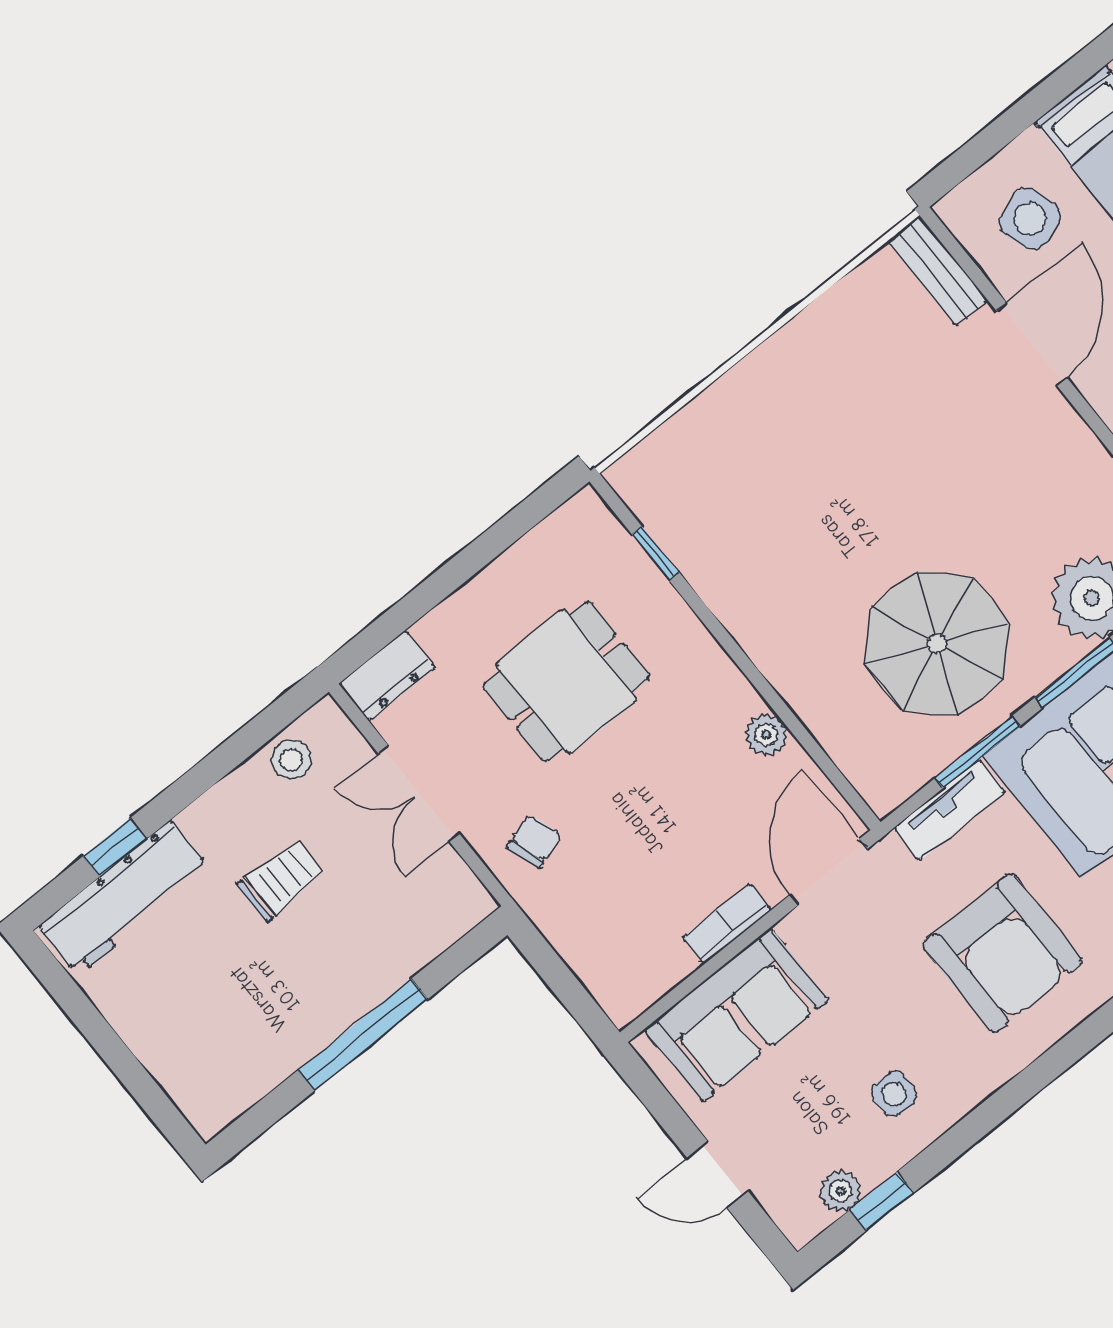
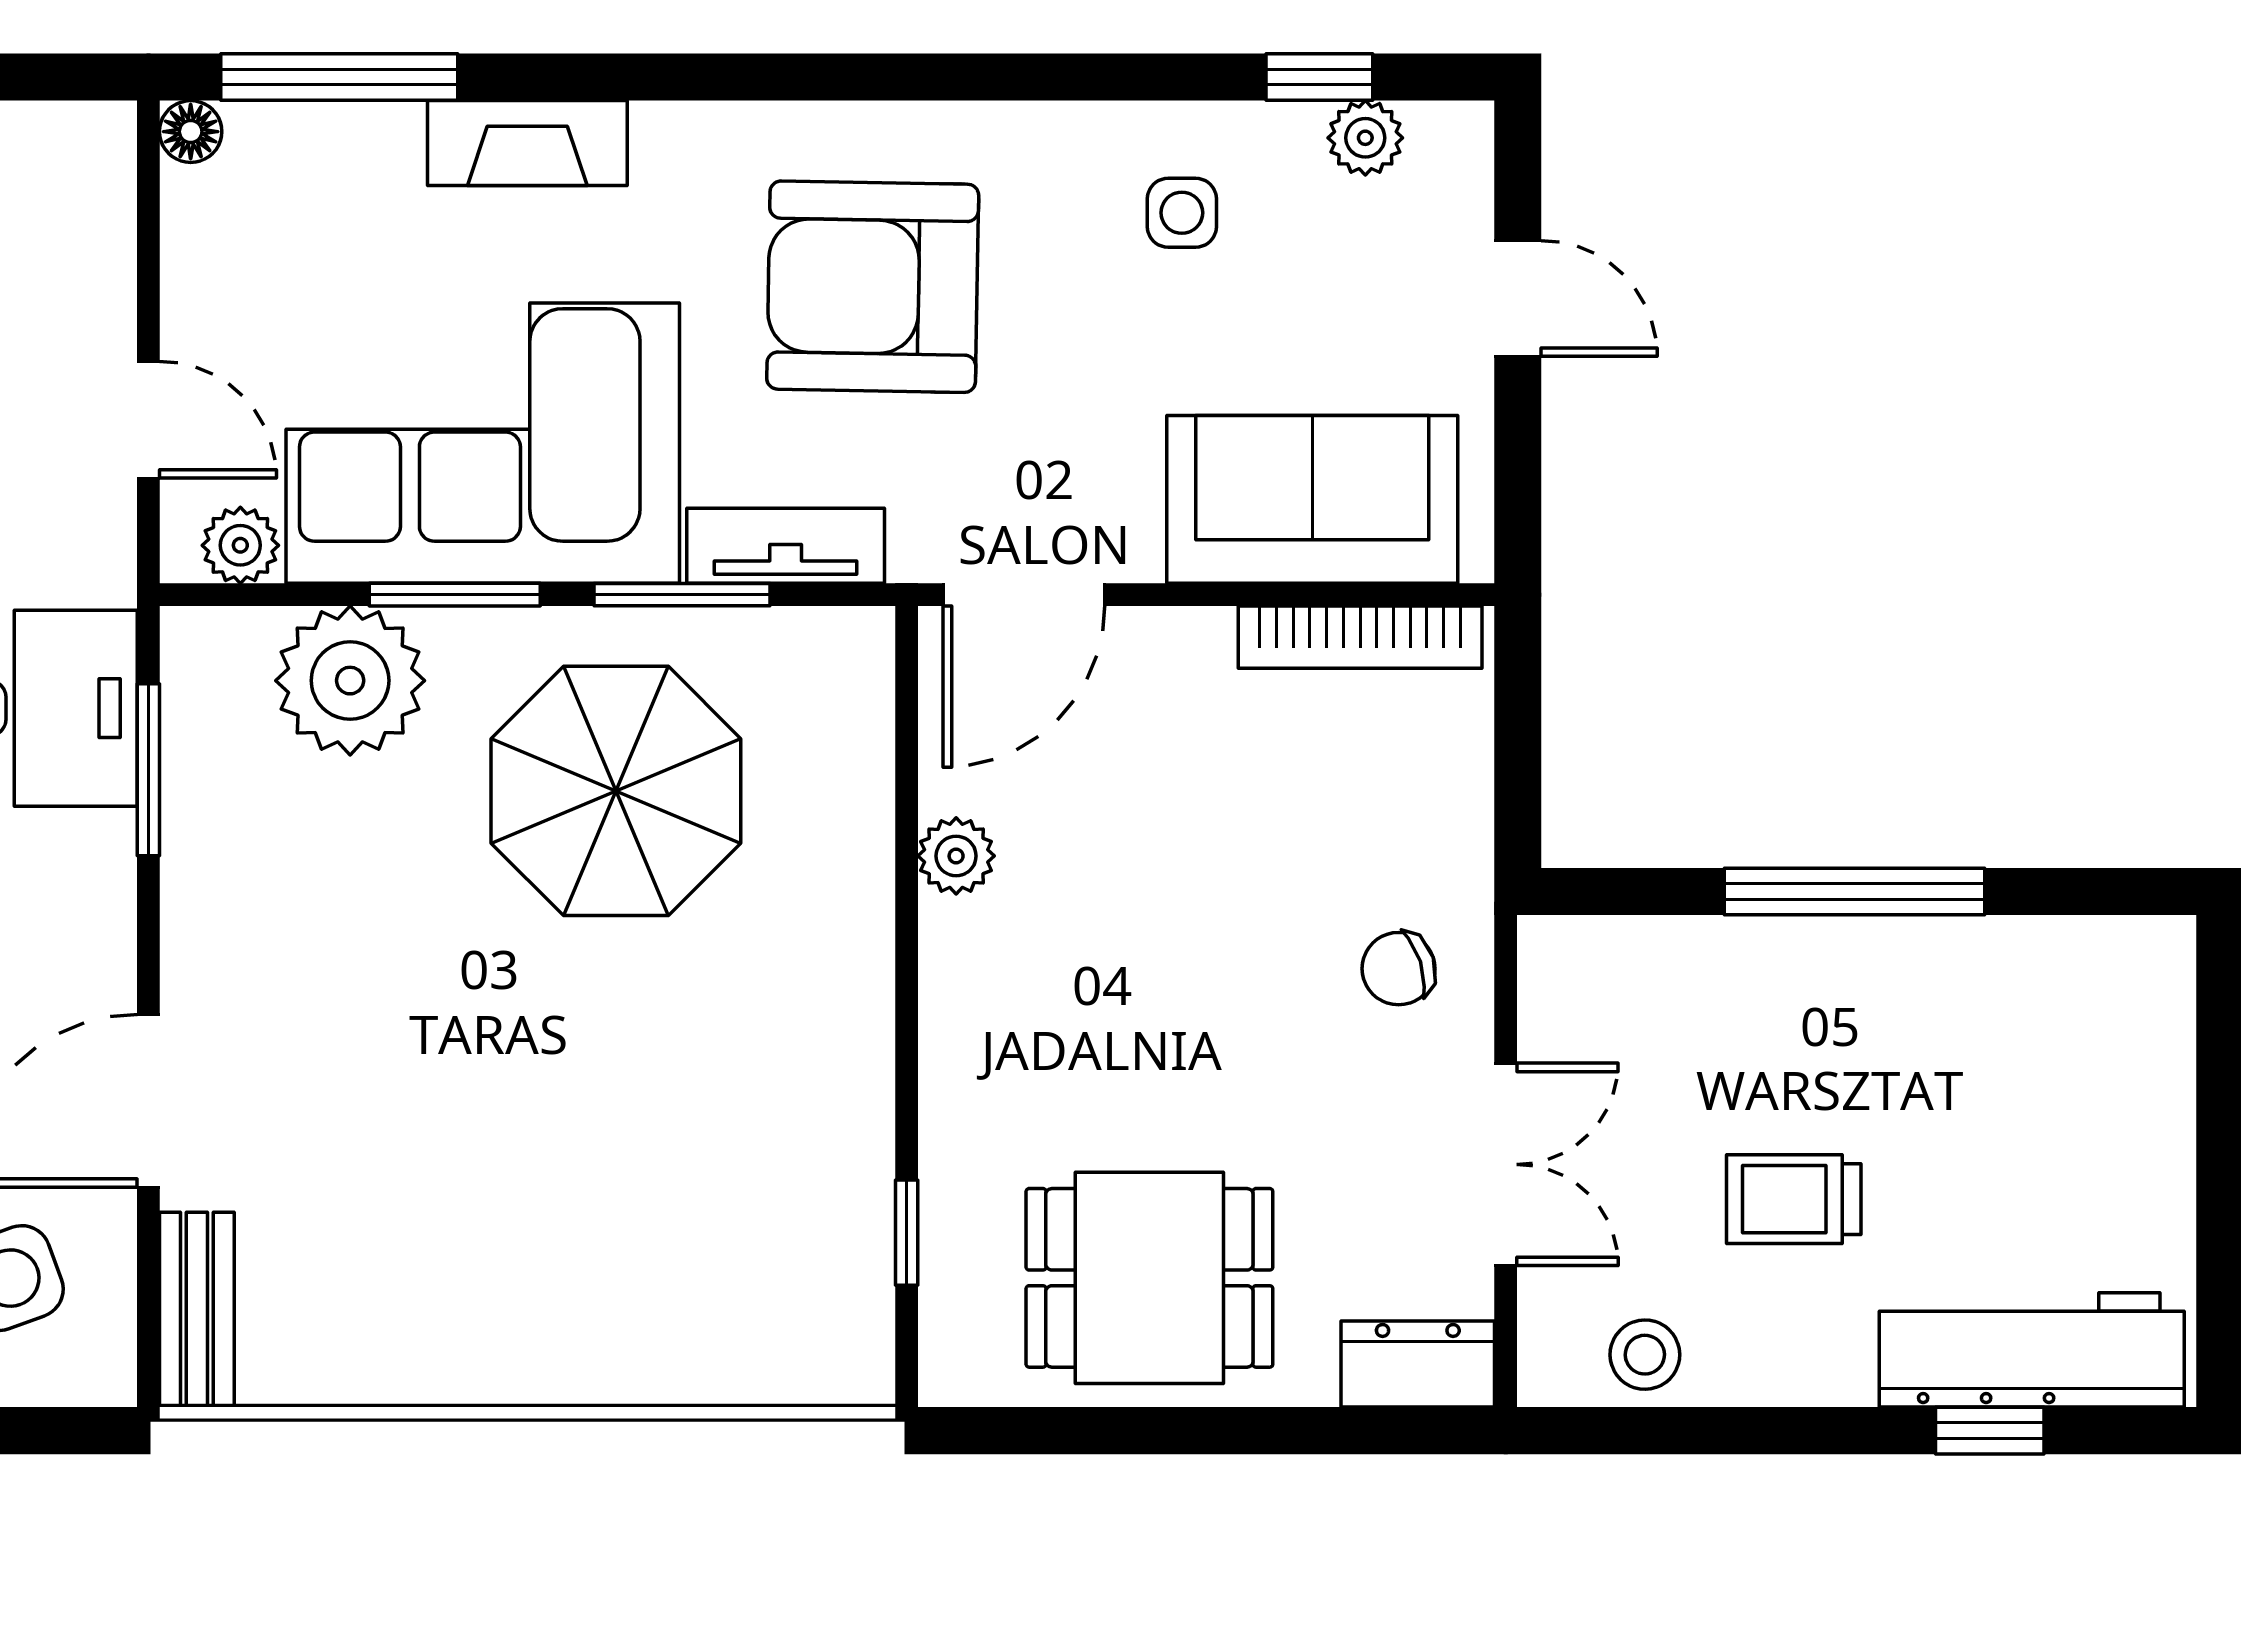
dining table: (566, 681) -> (1149, 1278), moved
bookcase: (727, 924) -> (1360, 637), moved, width x1.56
armchair: (1002, 953) -> (873, 287), turned -89

